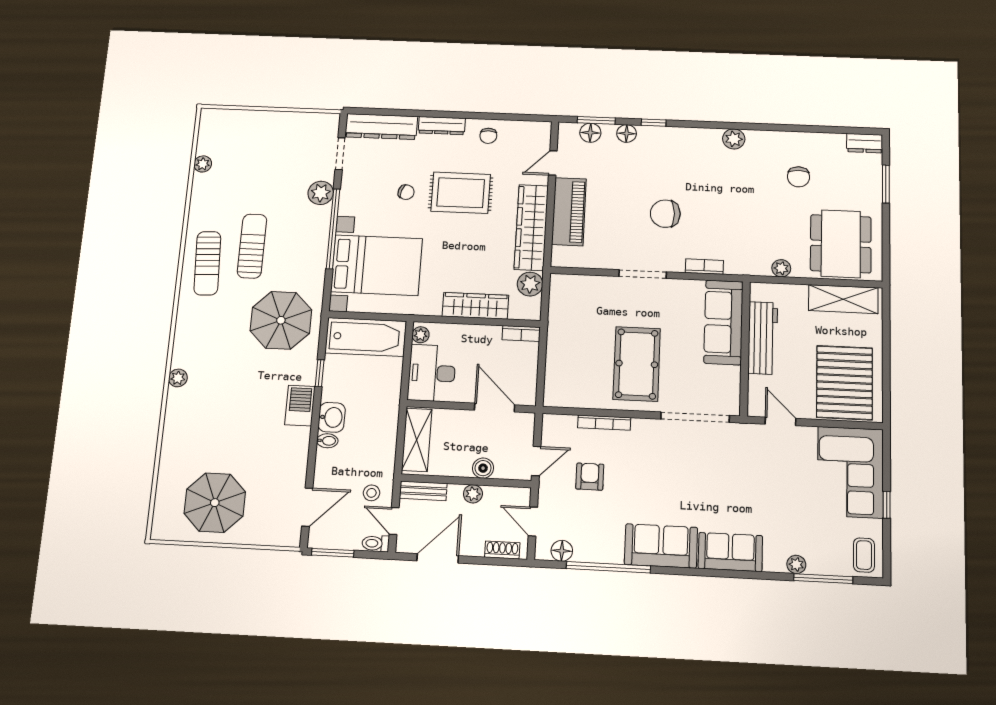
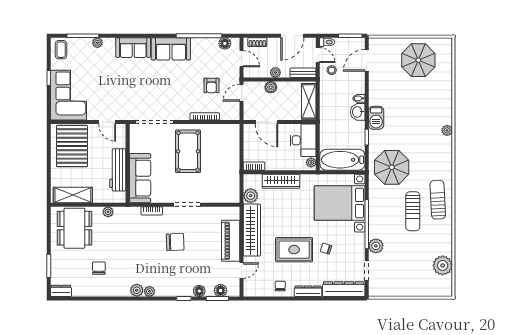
plant: (712, 136) -> (149, 291), added
plant: (203, 164) -> (443, 265), width x1.88, depth x1.88

